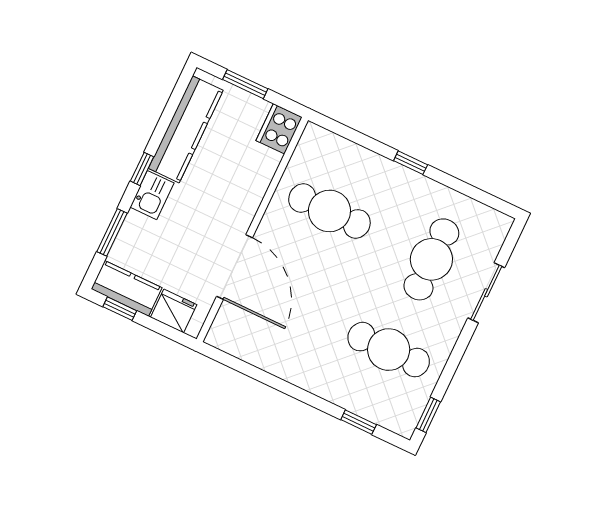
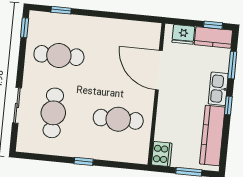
kitchen sink: (152, 195) -> (218, 89), width x1.38

